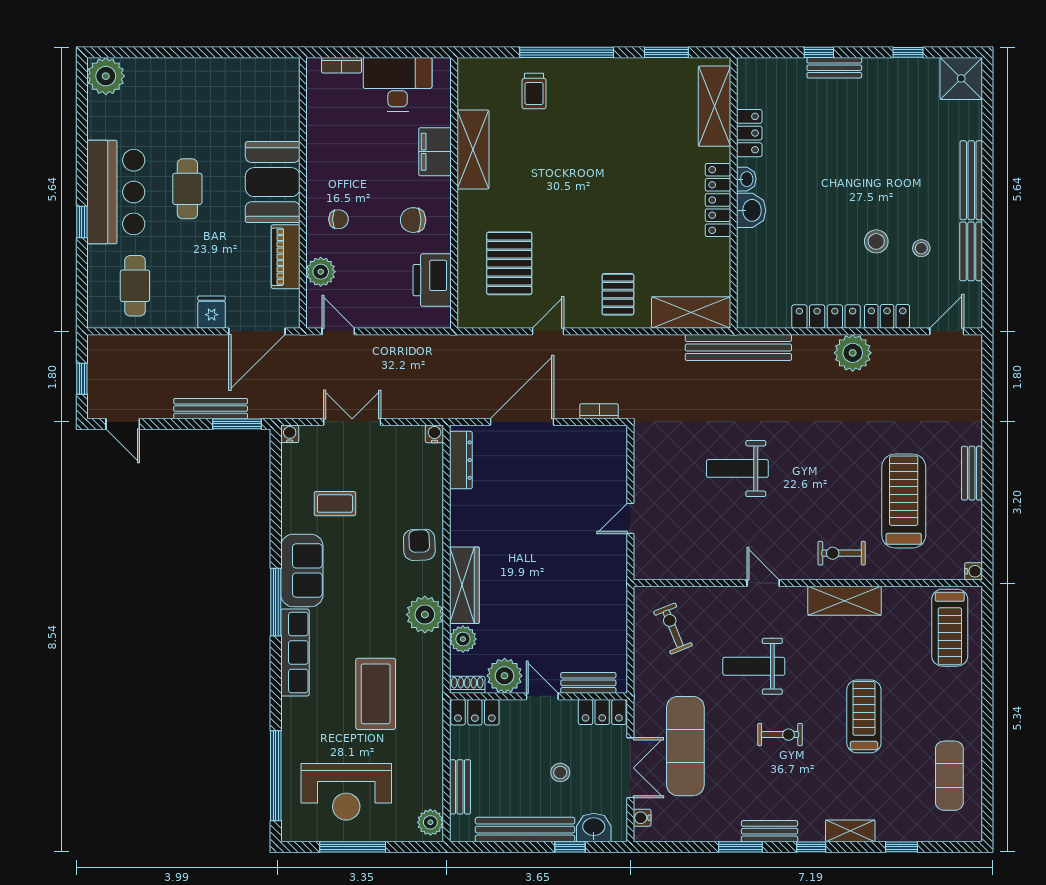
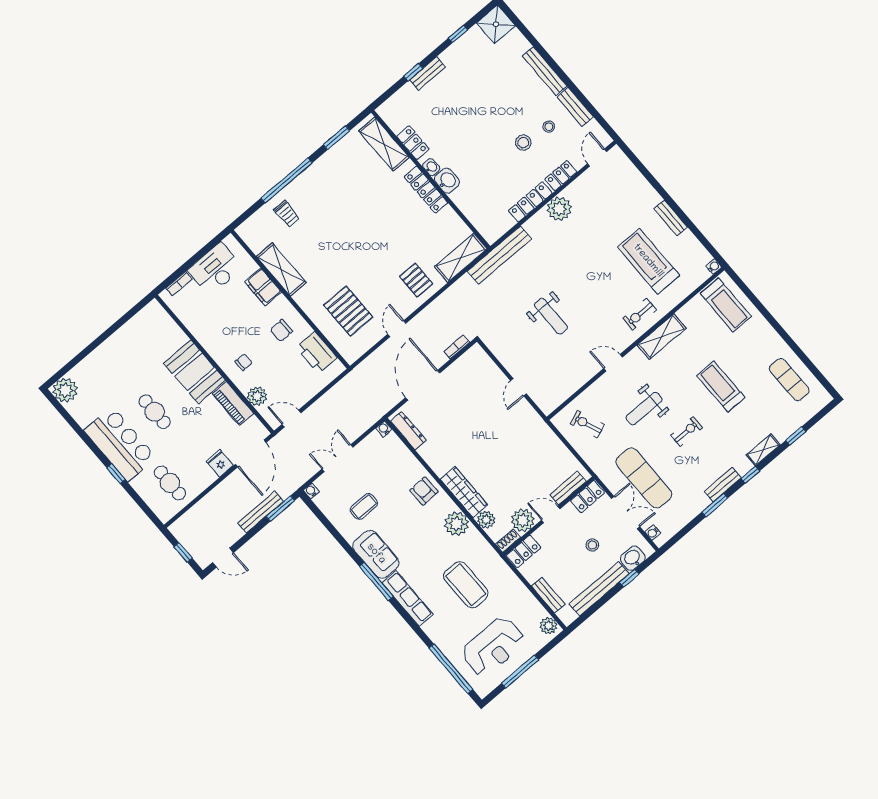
weight bench: (737, 468) -> (551, 316), turned -90

